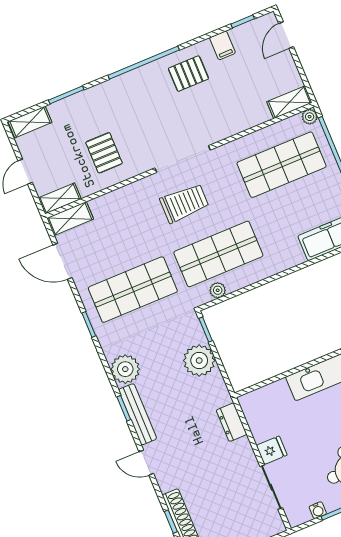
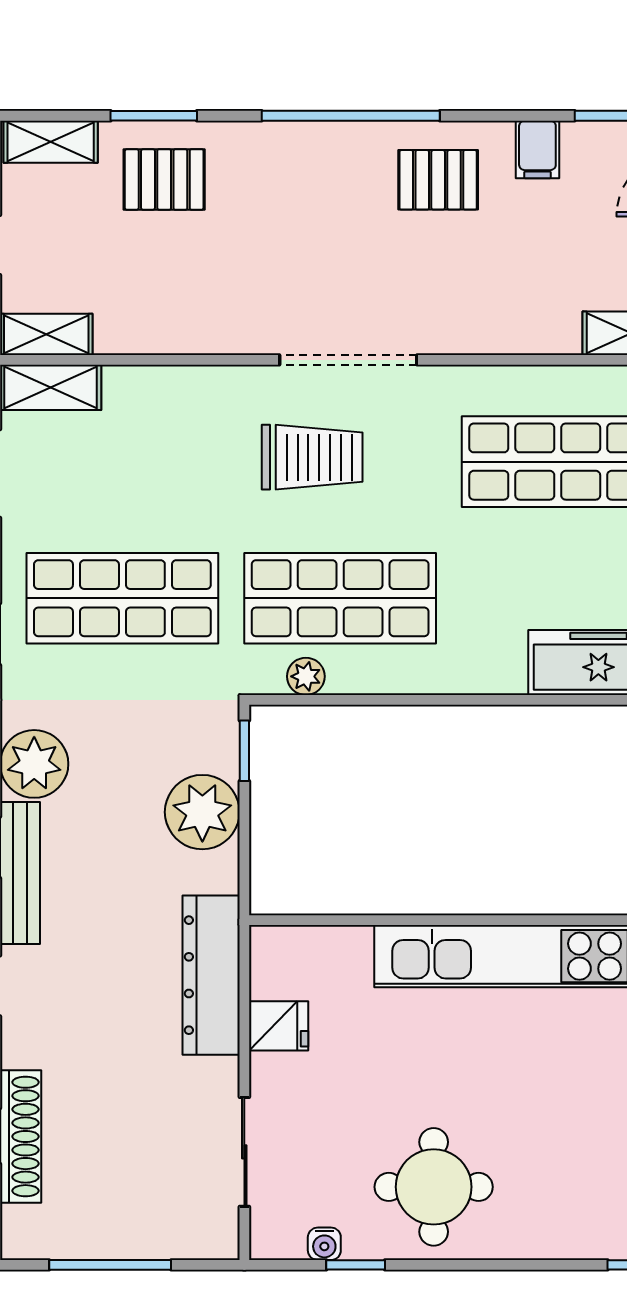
pallet: (104, 153) -> (164, 179), moved, turned 90
dresser: (231, 422) -> (211, 975), width x1.96, depth x1.24
fridge: (272, 450) -> (279, 1026), moved

